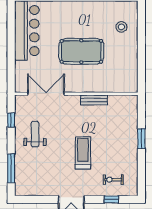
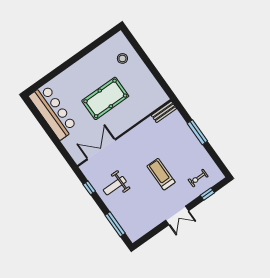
bench: (94, 100) -> (164, 112), moved
weight bench: (35, 134) -> (115, 186), turned -90
window: (141, 139) -> (197, 132), width x1.44

